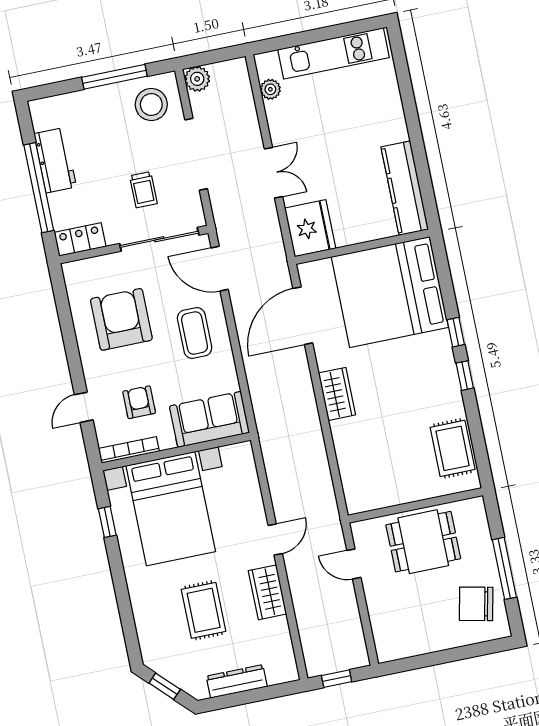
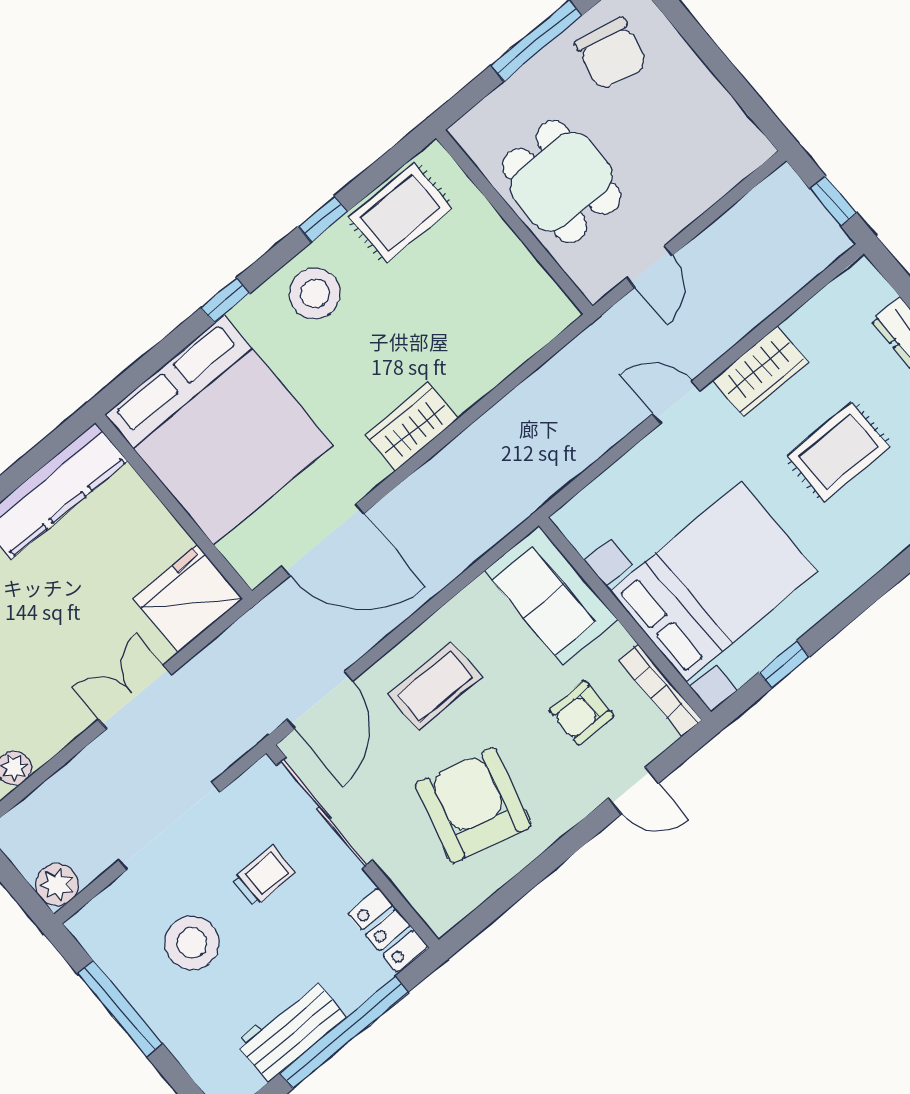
stool: (151, 105) -> (192, 943), moved
armchair: (121, 319) -> (473, 805), turned 105
window: (465, 376) -> (323, 219), moved
stool: (434, 381) -> (315, 293), added

